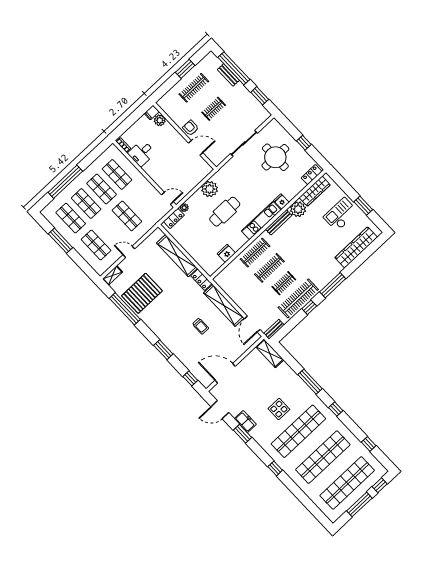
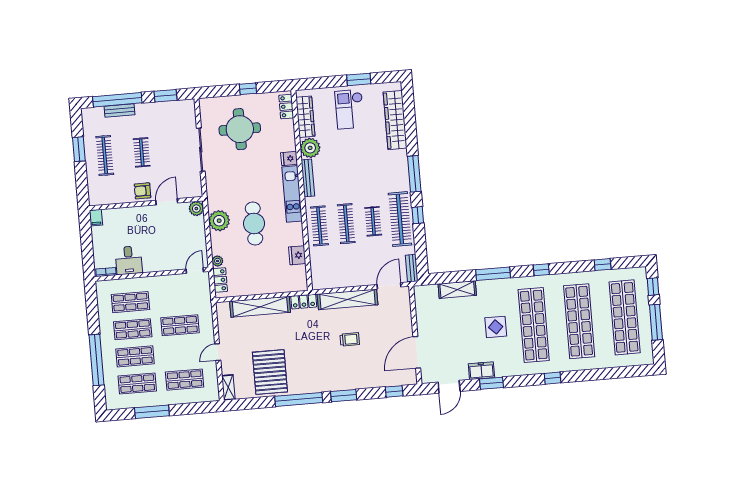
plant: (160, 120) -> (196, 209), moved
window: (125, 309) -> (299, 399), moved
door: (252, 324) -> (389, 286), swing flipped
shelving: (270, 353) -> (457, 290), moved

